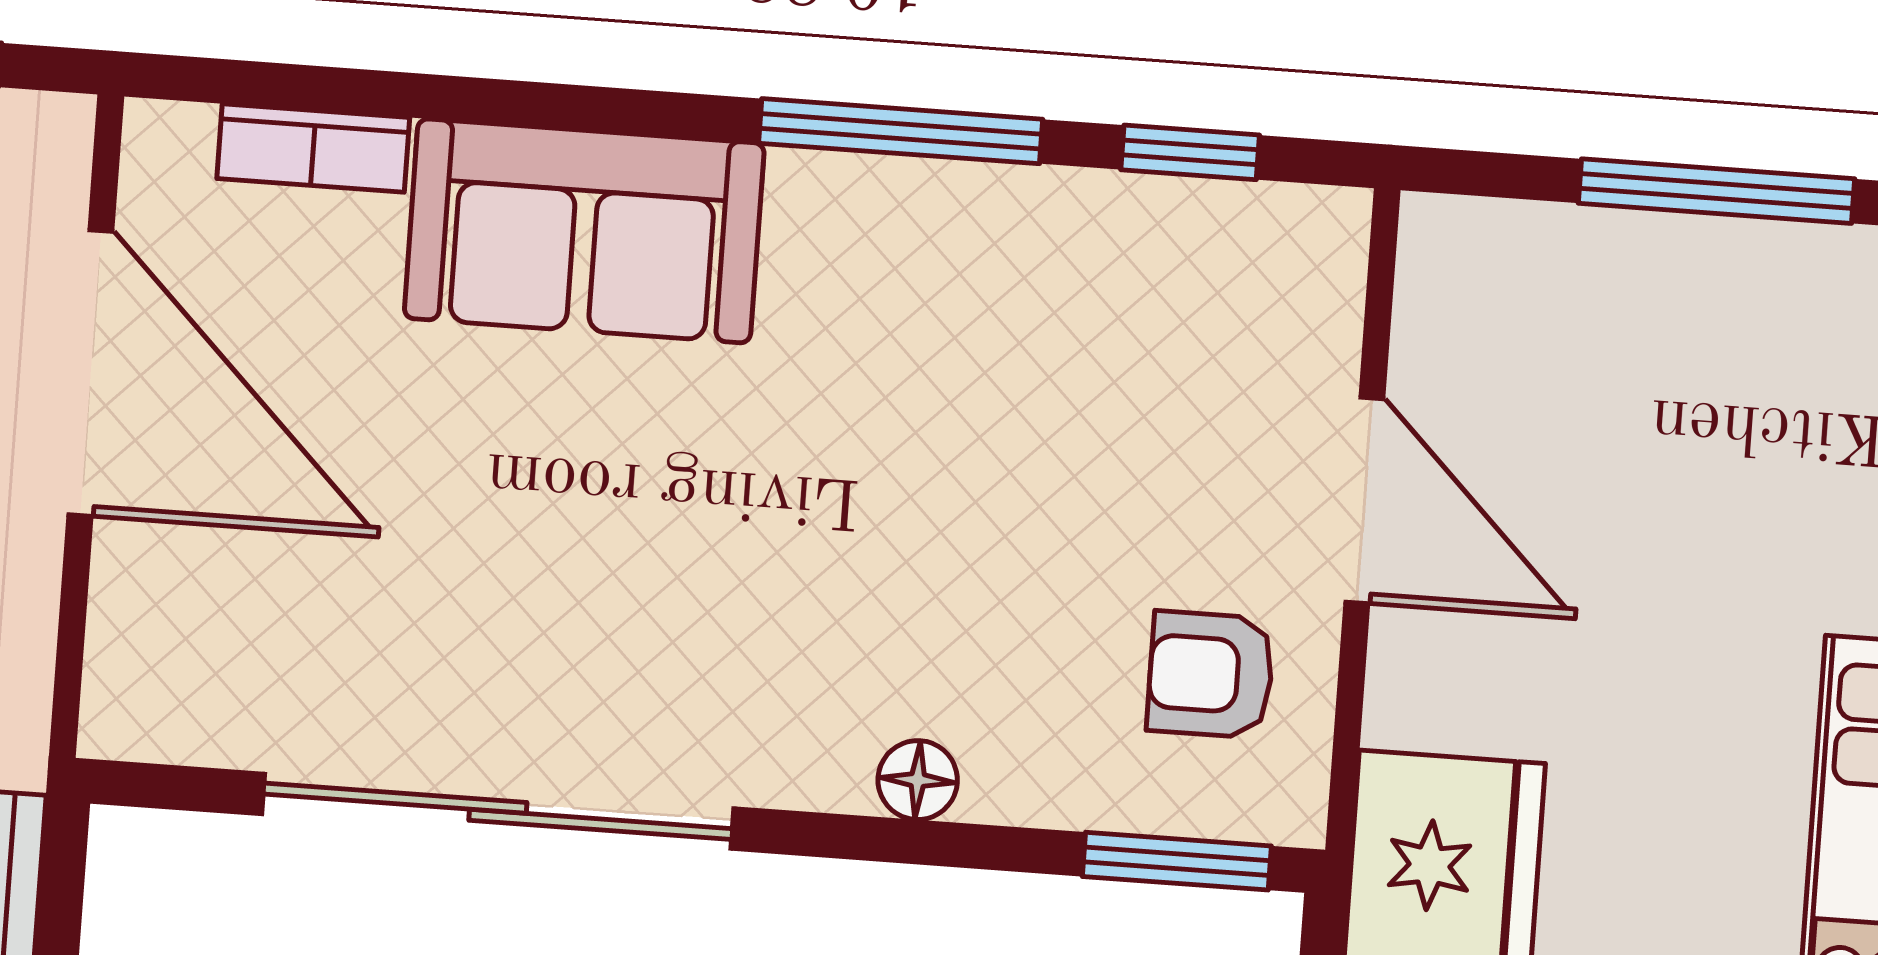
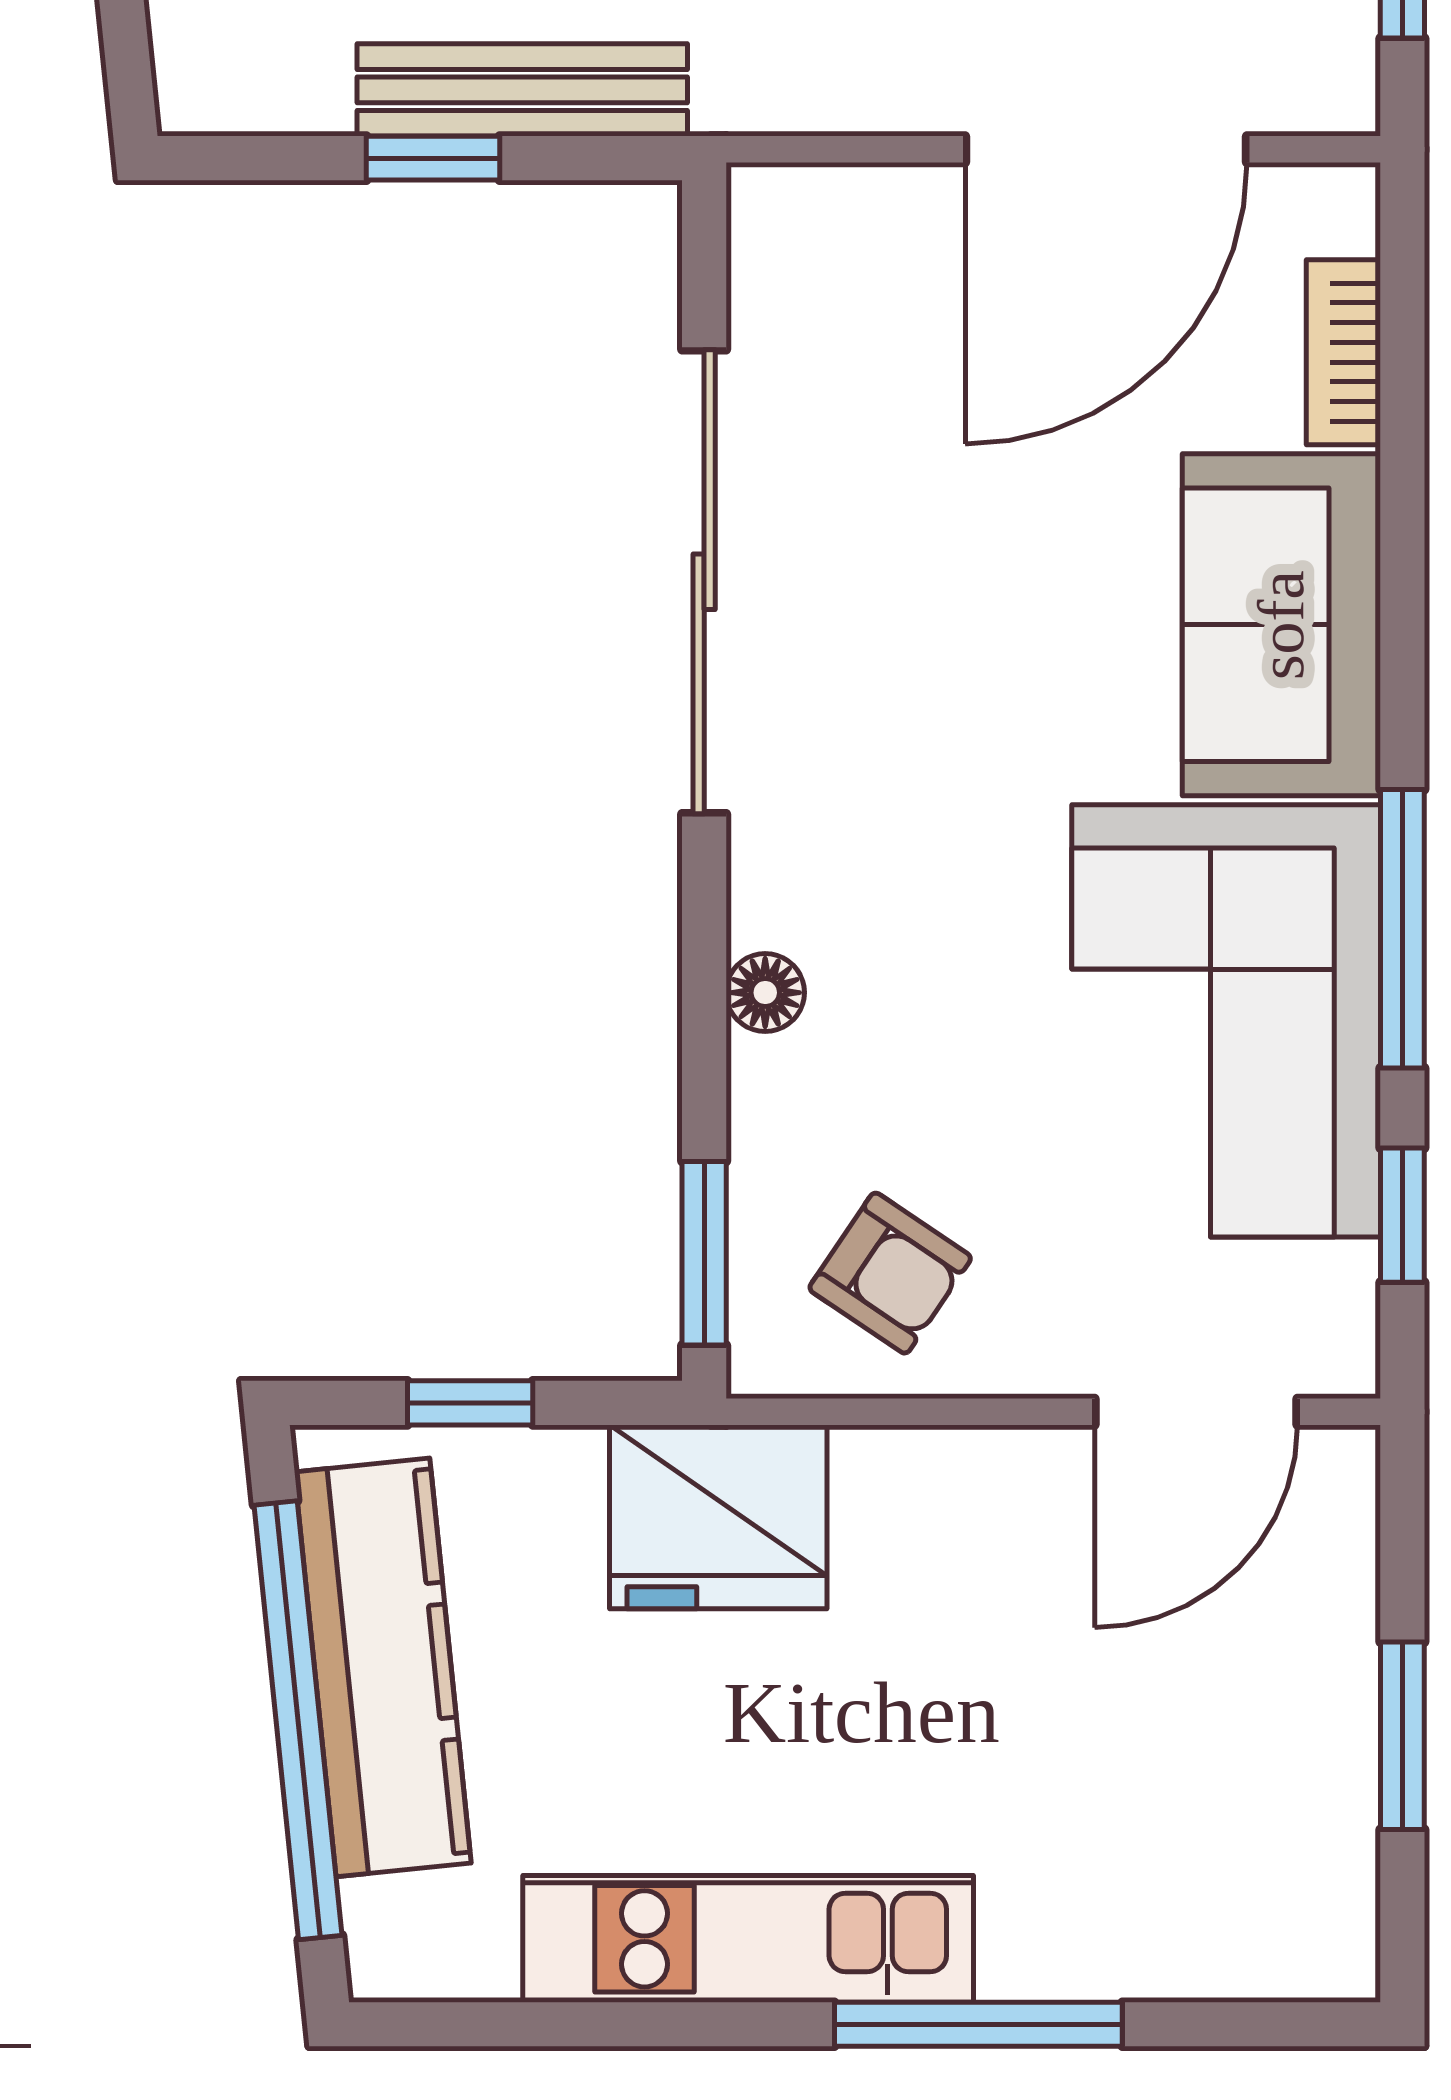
window: (1717, 191) -> (1402, 1736), width x0.69
corner sofa: (981, 316) -> (1226, 1021), added
door: (1364, 500) -> (1196, 1412), moved
armchair: (1211, 675) -> (890, 1273), turned 124

